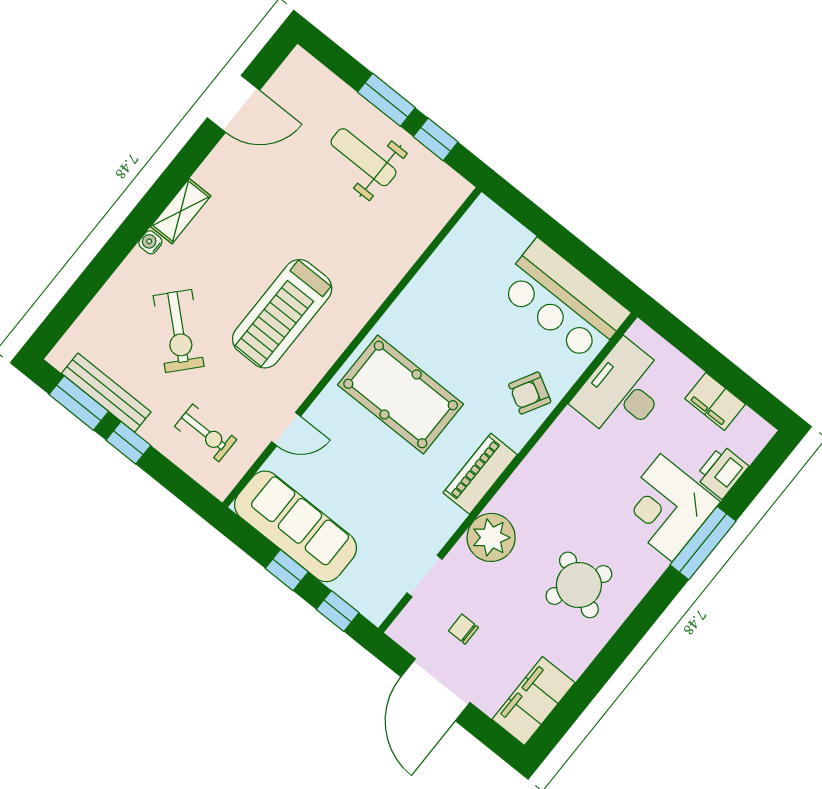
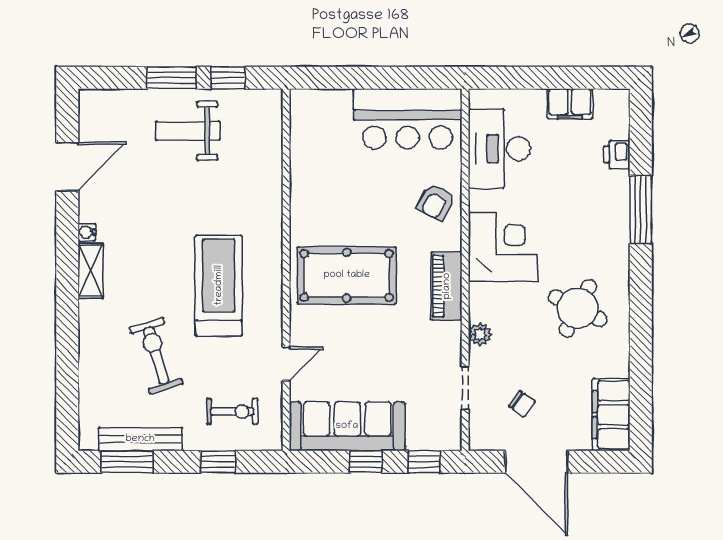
water cooler: (150, 242) -> (87, 232), moved
treadmill: (282, 314) -> (219, 285), turned 180
exercise bike: (179, 331) -> (156, 356), turned -149
window: (128, 443) -> (218, 462), moved
printer: (722, 472) -> (617, 154), width x0.73, depth x0.81
corner desk: (666, 508) -> (503, 247), moved, turned 180
plant: (491, 537) -> (480, 334), width x0.53, depth x0.53
chair: (463, 629) -> (522, 404), turned -145

